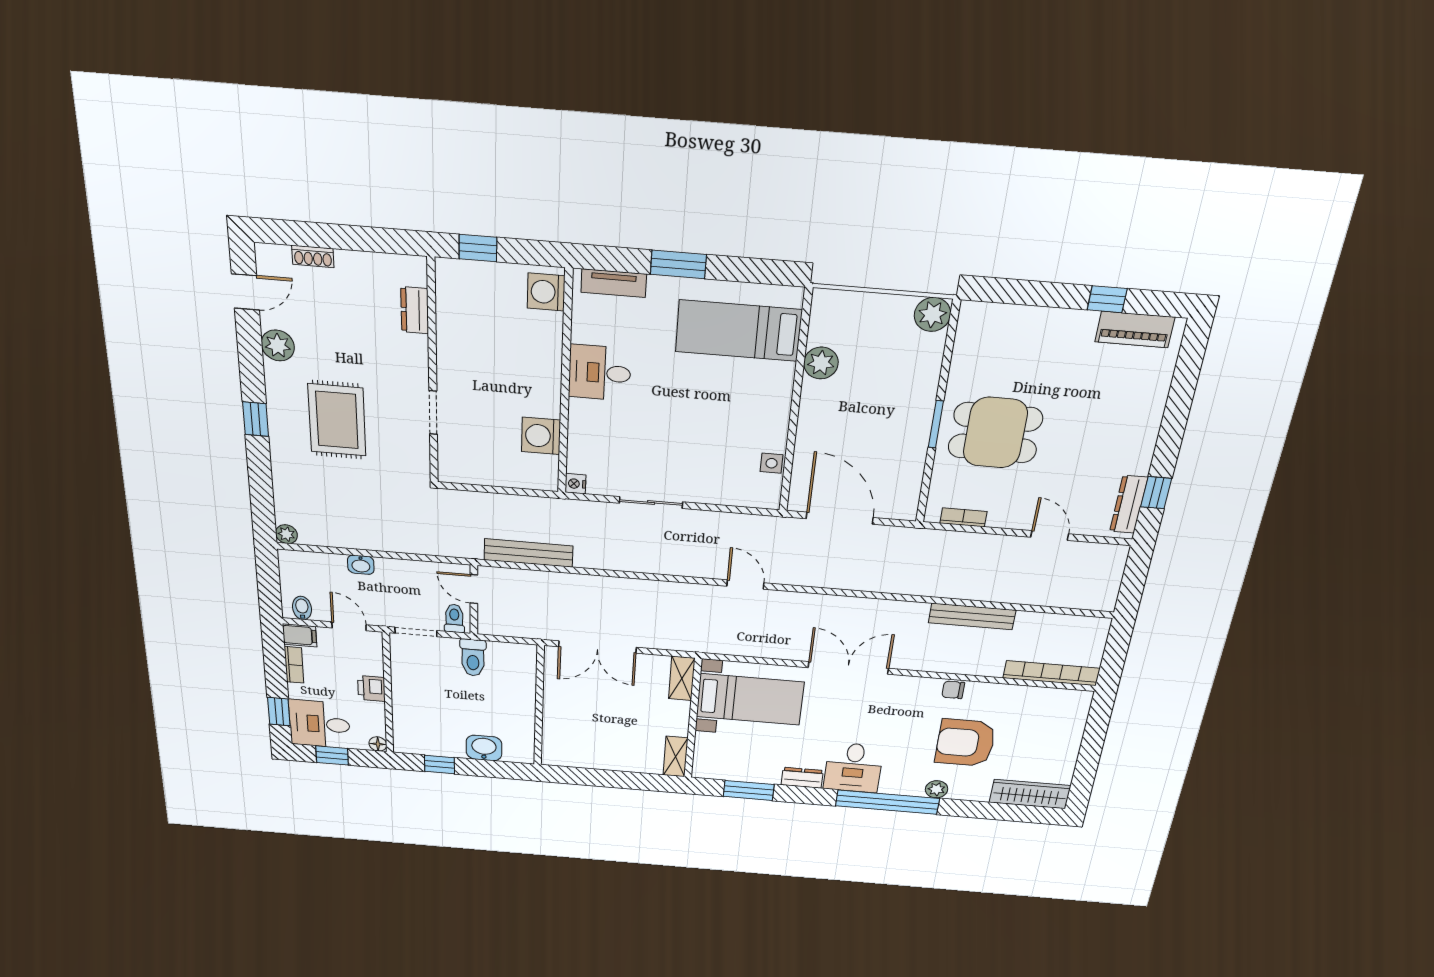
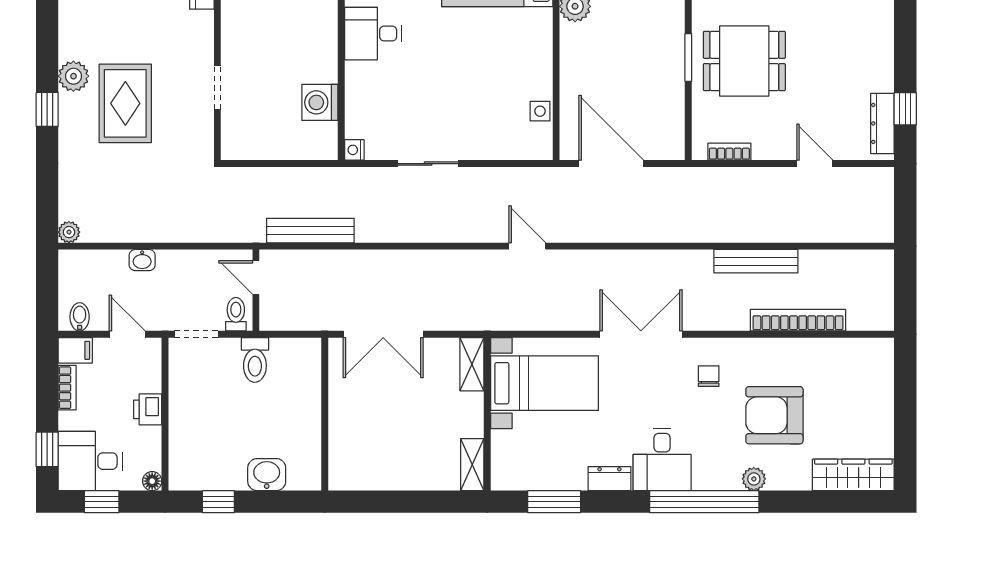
plant: (278, 345) -> (73, 76), moved
bookcase: (1051, 673) -> (798, 320), moved
chair: (953, 690) -> (709, 376), moved, turned 90

